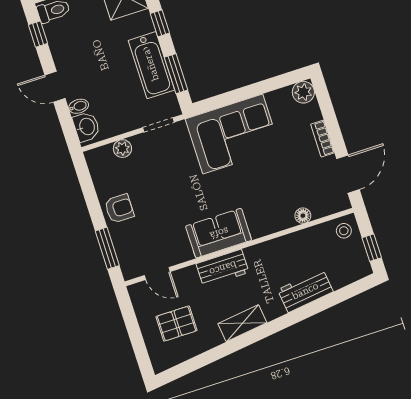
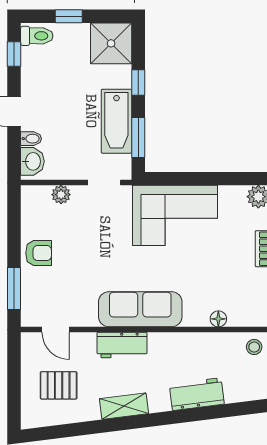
sofa: (219, 233) -> (140, 309), width x1.36

